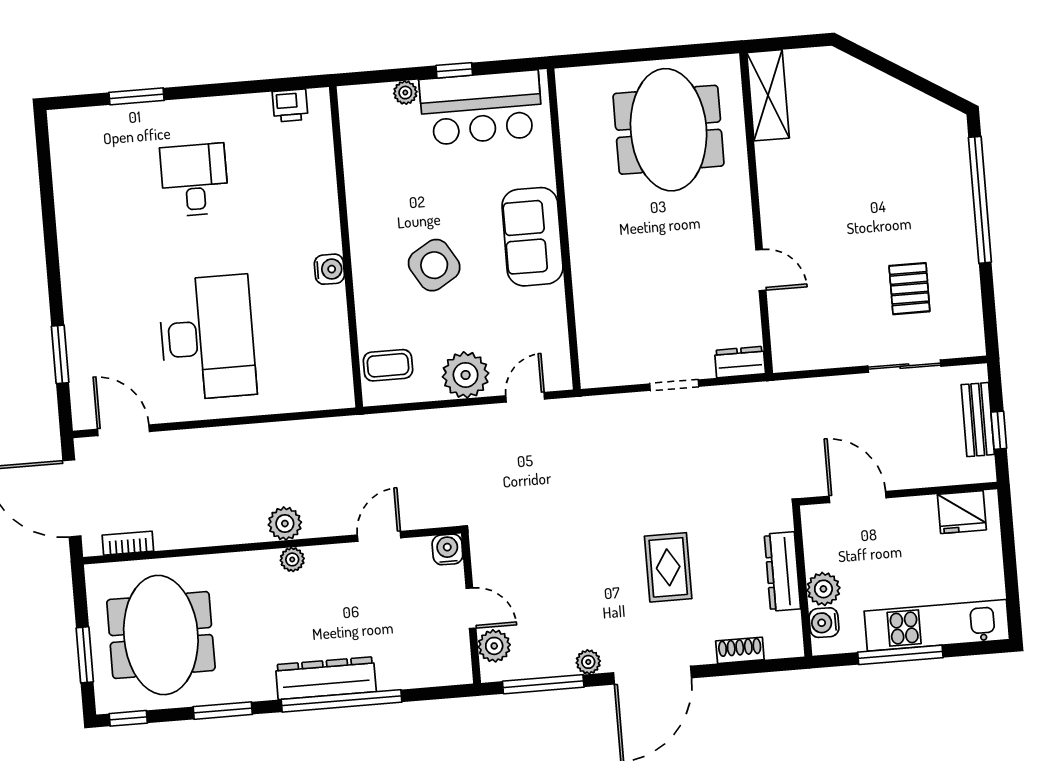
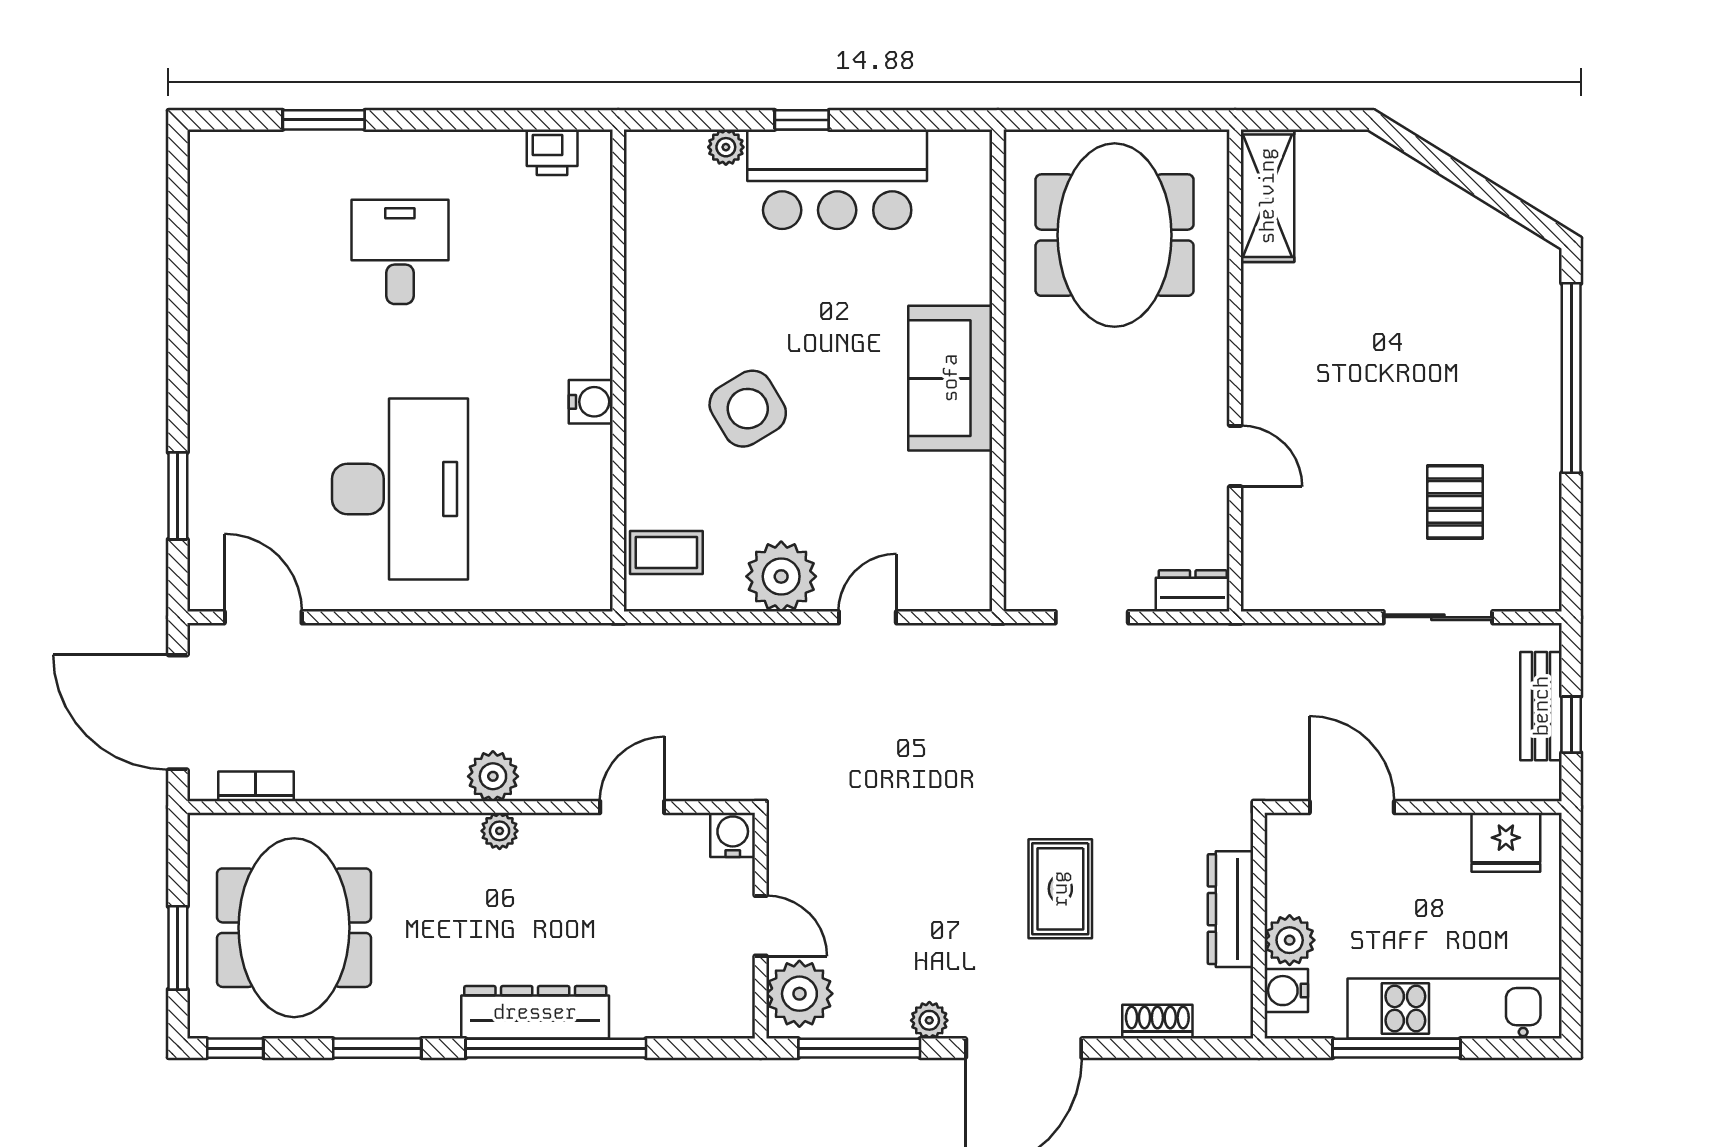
wall: (564, 229) -> (998, 370), moved
sofa: (532, 237) -> (950, 378), moved
plant: (494, 646) -> (799, 994), width x1.36, depth x1.36

